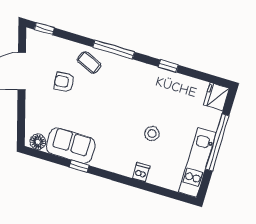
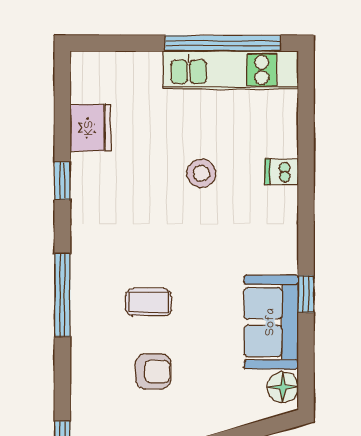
coffee table: (89, 63) -> (148, 302), moved, turned 67
armchair: (64, 82) -> (153, 371), turned -85
fridge: (216, 97) -> (90, 128), moved, turned -90
window: (217, 142) -> (223, 43), moved

